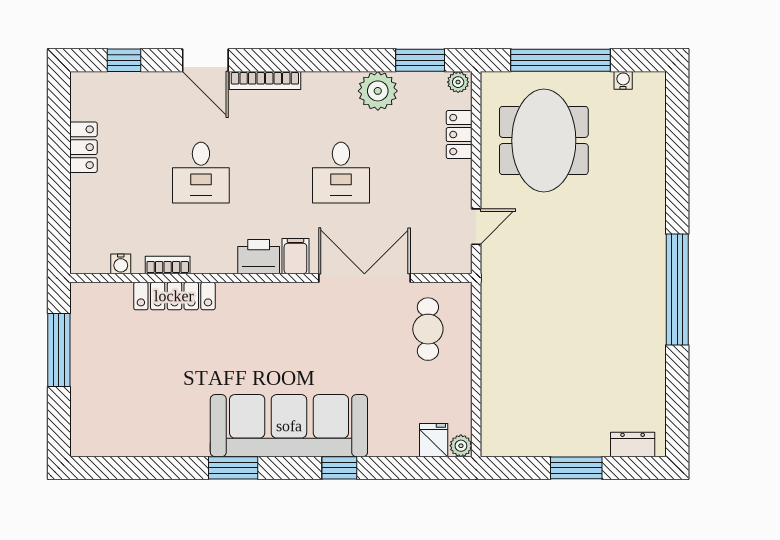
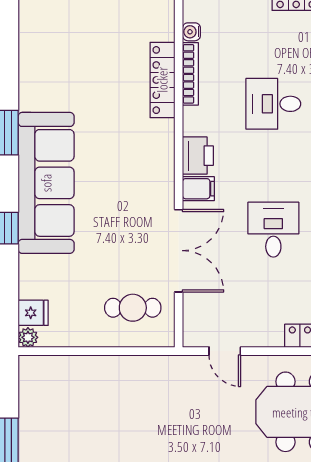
desk: (341, 173) -> (273, 230), turned 90
bookcase: (168, 265) -> (190, 74), width x1.56

